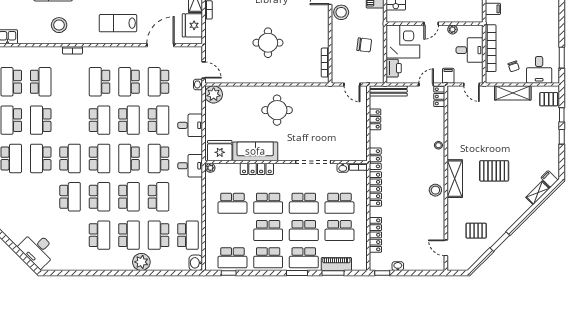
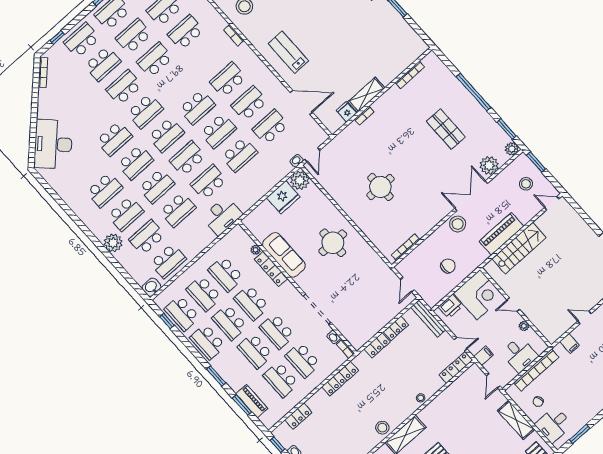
fridge: (192, 25) -> (346, 112), width x0.53, depth x0.75
chair: (364, 45) -> (448, 266), turned -97
school desk: (41, 82) -> (186, 32), turned 180
locker: (439, 96) -> (456, 367), width x1.53
desk: (190, 125) -> (258, 184), removed
fridge: (220, 151) -> (283, 197), moved, turned 90
locker: (375, 159) -> (377, 345), moved
desk: (190, 166) -> (222, 216), width x1.37
plant: (210, 168) -> (256, 250), moved
locker: (375, 235) -> (298, 416), width x0.66
desk: (38, 249) -> (53, 144), width x1.36, depth x1.30
school desk: (304, 258) -> (204, 294), moved

